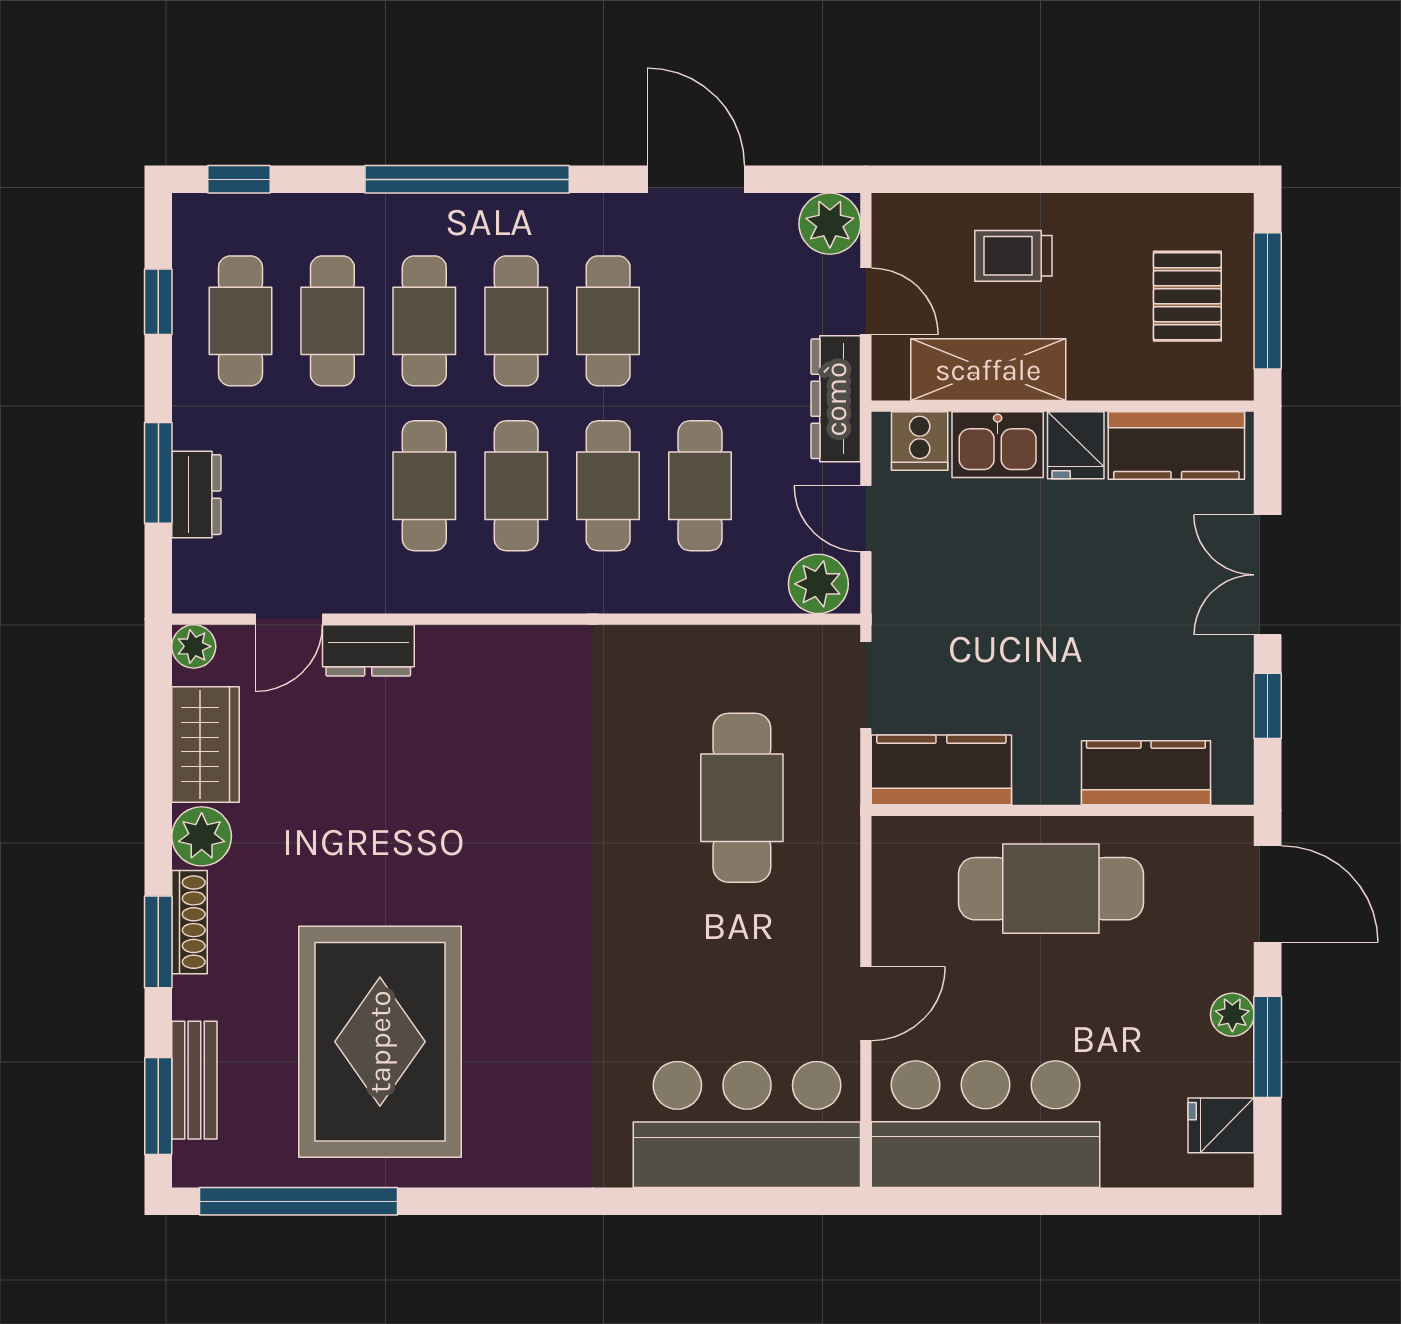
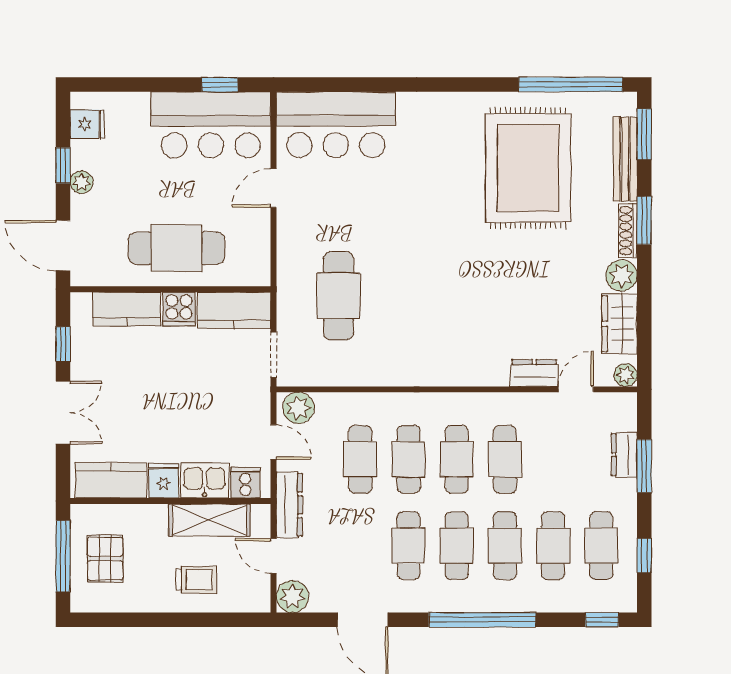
cooker: (1046, 773) -> (179, 309), added
window: (1268, 1047) -> (63, 165), width x0.67
bench: (194, 1080) -> (625, 159), width x1.36
window: (969, 1201) -> (220, 84), added

